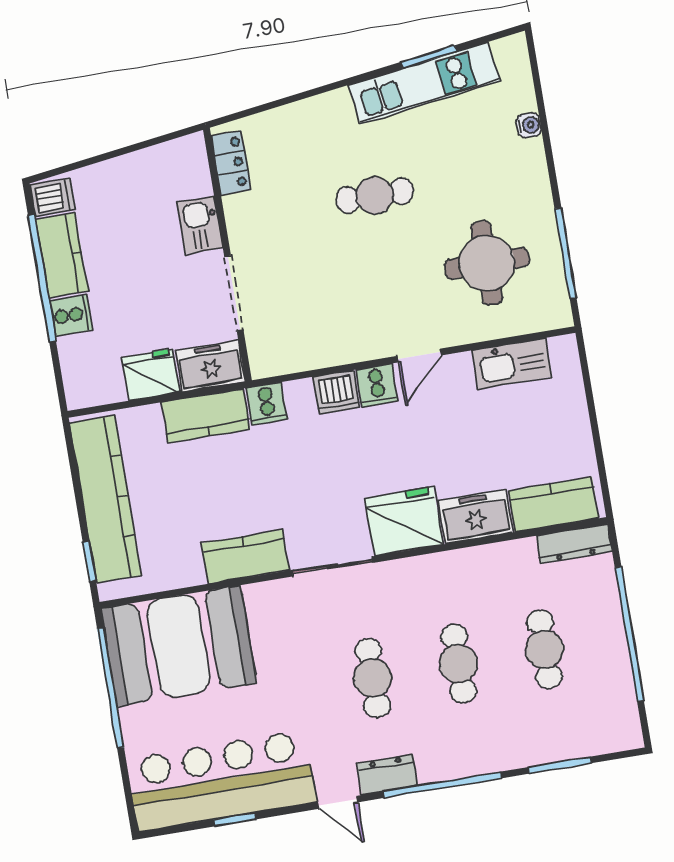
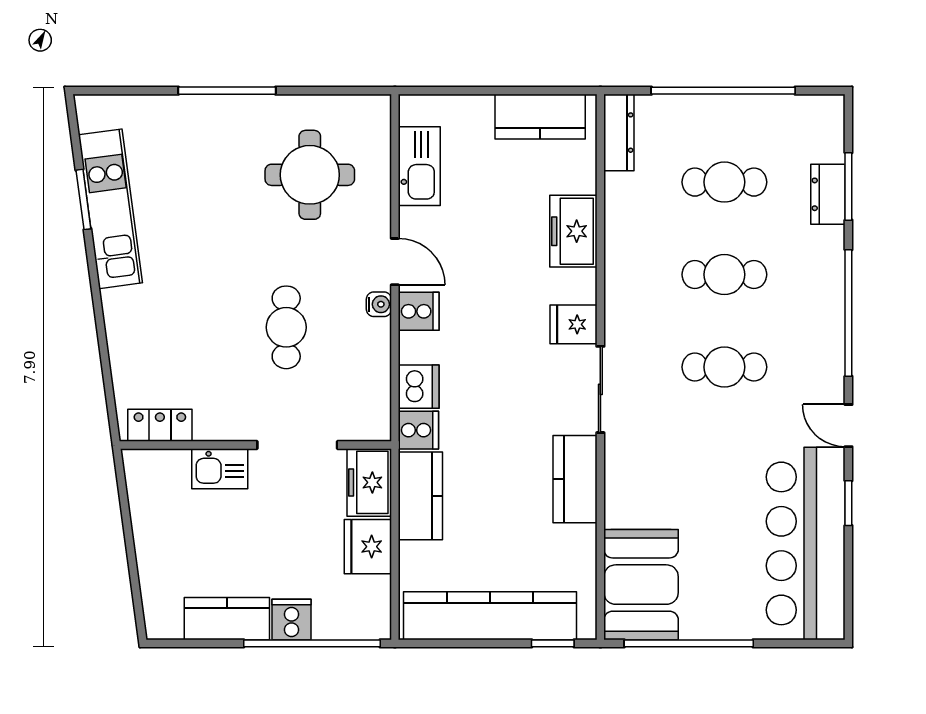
water cooler: (529, 125) -> (379, 304), moved, turned 90
cafe table: (375, 195) -> (286, 327), moved
dishwasher: (52, 197) -> (165, 618), removed
window: (566, 253) -> (227, 91), moved
window: (42, 278) -> (312, 643), moved
dishwasher: (336, 392) -> (419, 387), moved
kitchen counter: (553, 504) -> (540, 117), moved, turned -90
fridge: (404, 521) -> (573, 324), width x0.53, depth x0.75
booth: (179, 646) -> (641, 585), width x0.73, depth x0.70
dresser: (387, 774) -> (828, 194), moved
door: (338, 802) -> (848, 426), swing flipped
window: (235, 820) -> (848, 503), moved

